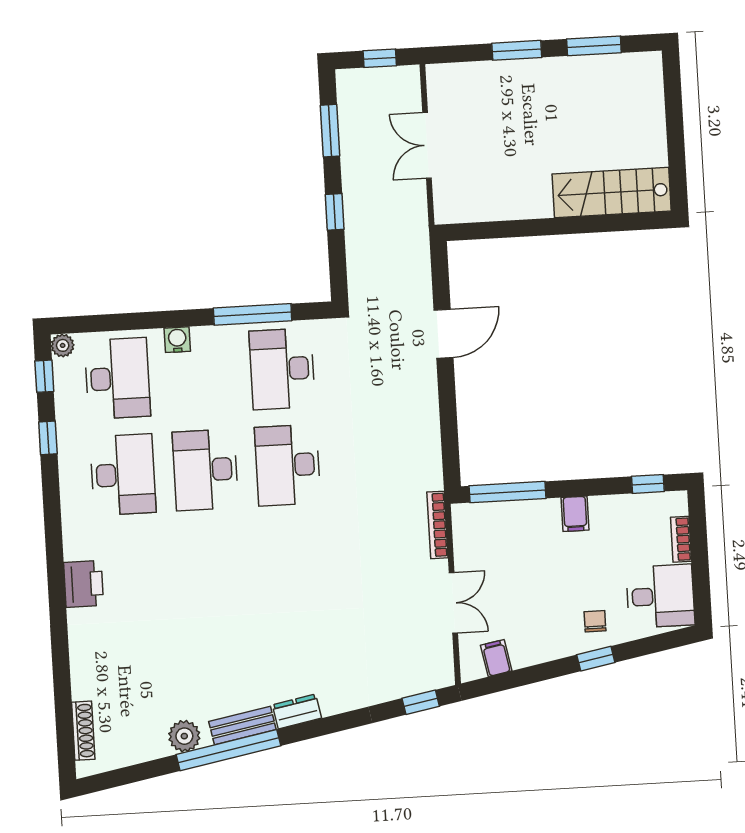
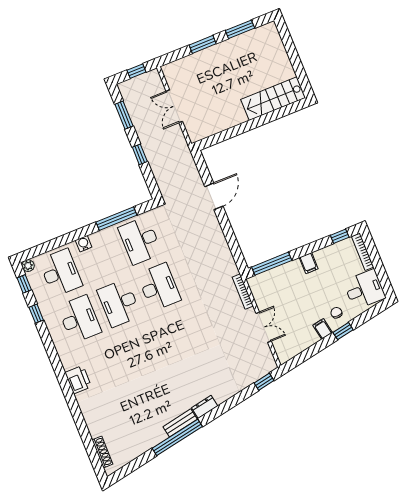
desk: (288, 465) -> (159, 287), turned 180
bookcase: (681, 539) -> (363, 252), width x1.56
filing cabinet: (496, 658) -> (323, 329), moved
plant: (184, 736) -> (153, 438), removed

